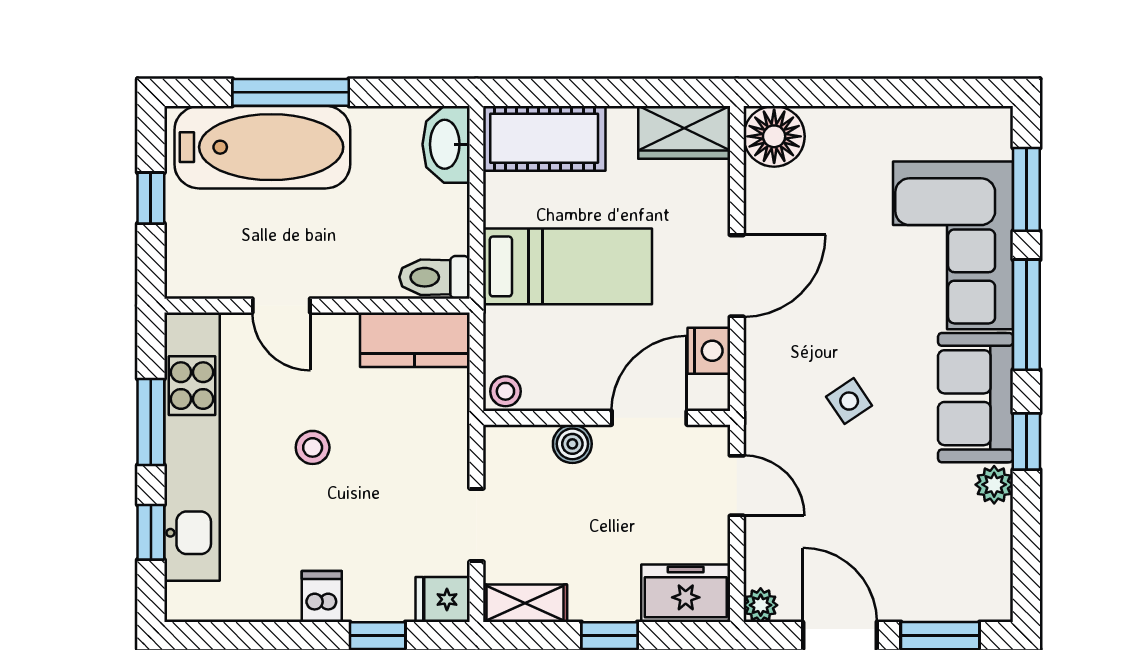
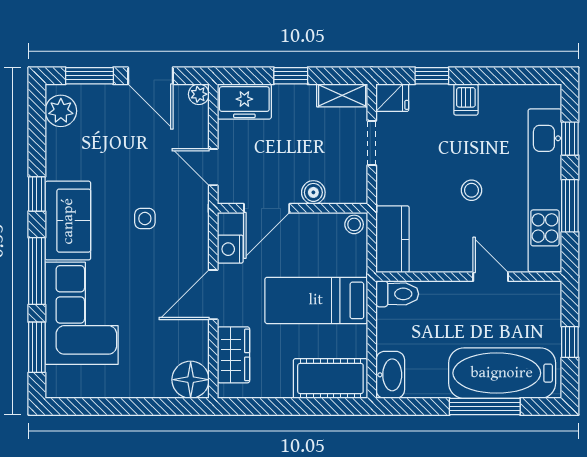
wardrobe: (684, 132) -> (234, 355), moved, turned 90
kitchen counter: (415, 340) -> (393, 239), moved, turned 90
side table: (849, 401) -> (145, 218), turned 34
plant: (994, 485) -> (61, 111), moved, width x1.38, depth x1.38

